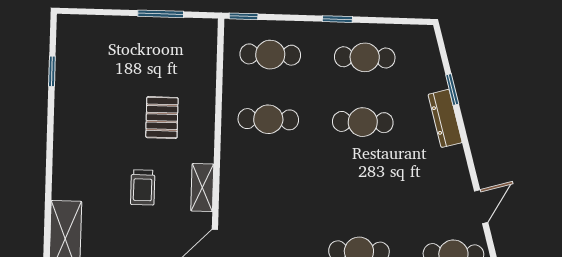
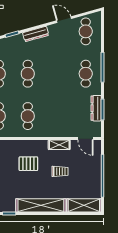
dresser: (445, 118) -> (36, 34), moved
shelving: (68, 143) -> (41, 205), added

